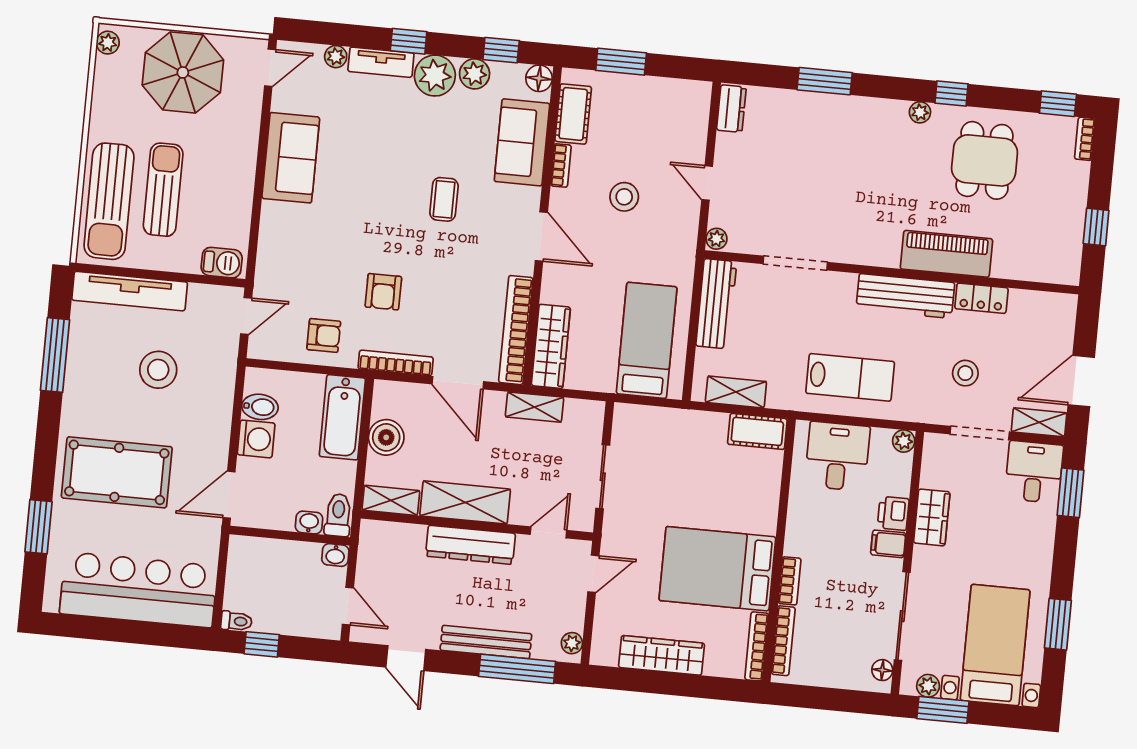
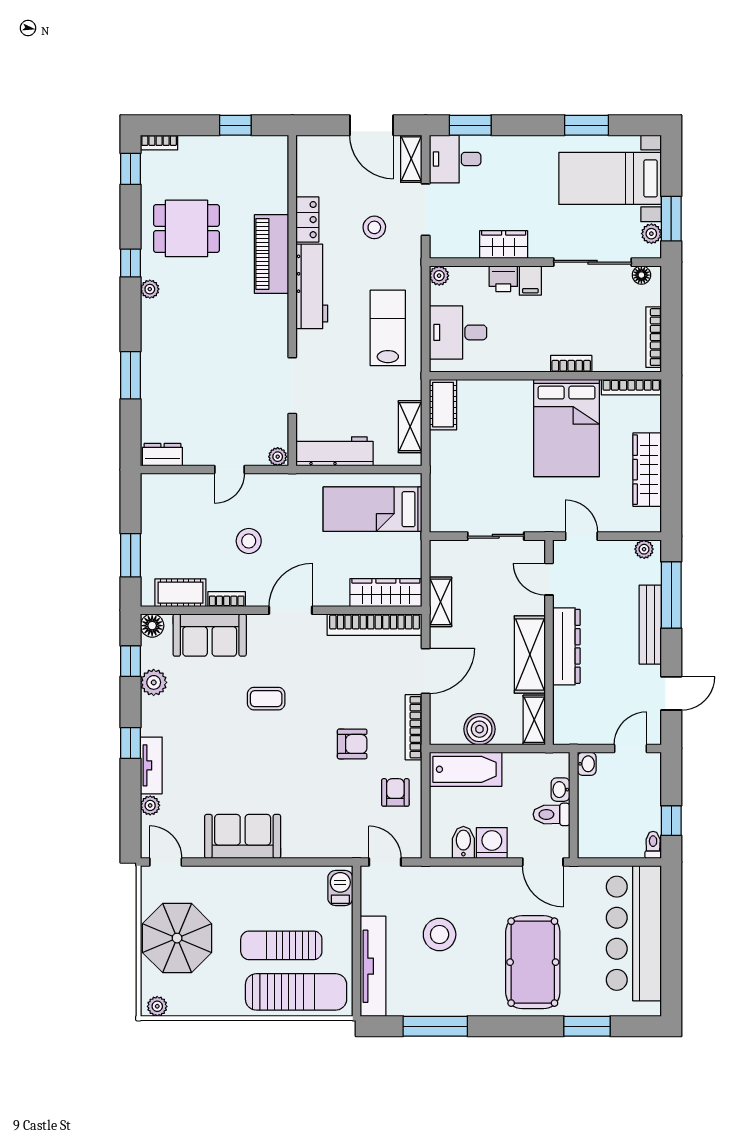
plant: (435, 76) -> (158, 717), removed
toilet: (338, 515) -> (552, 814), moved
bookcase: (783, 641) -> (654, 337), moved, turned -90

